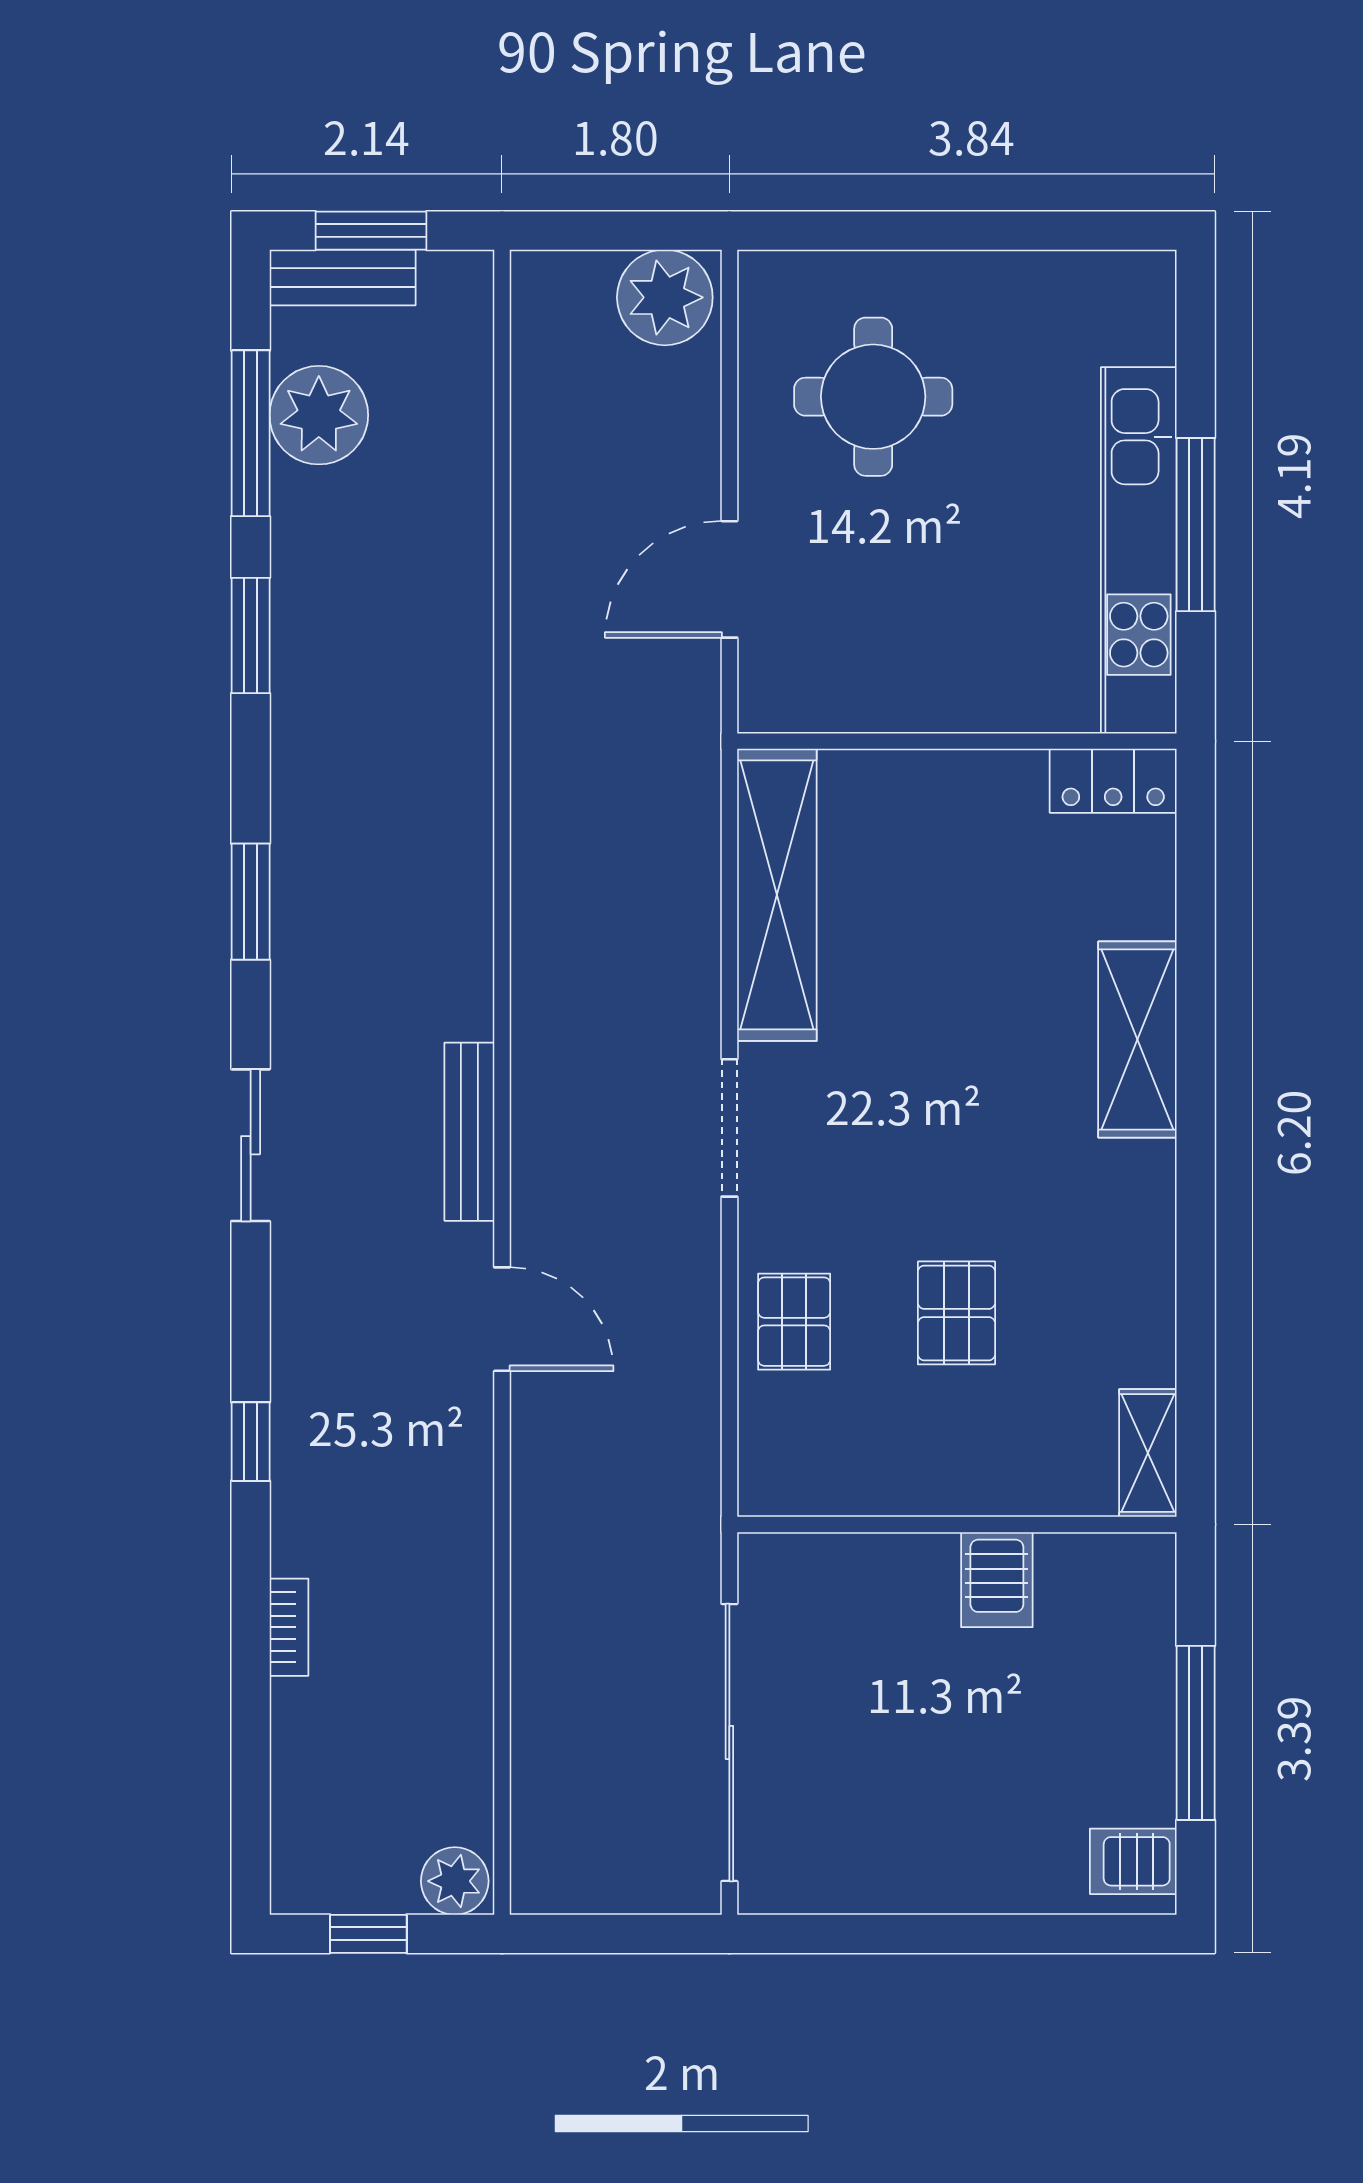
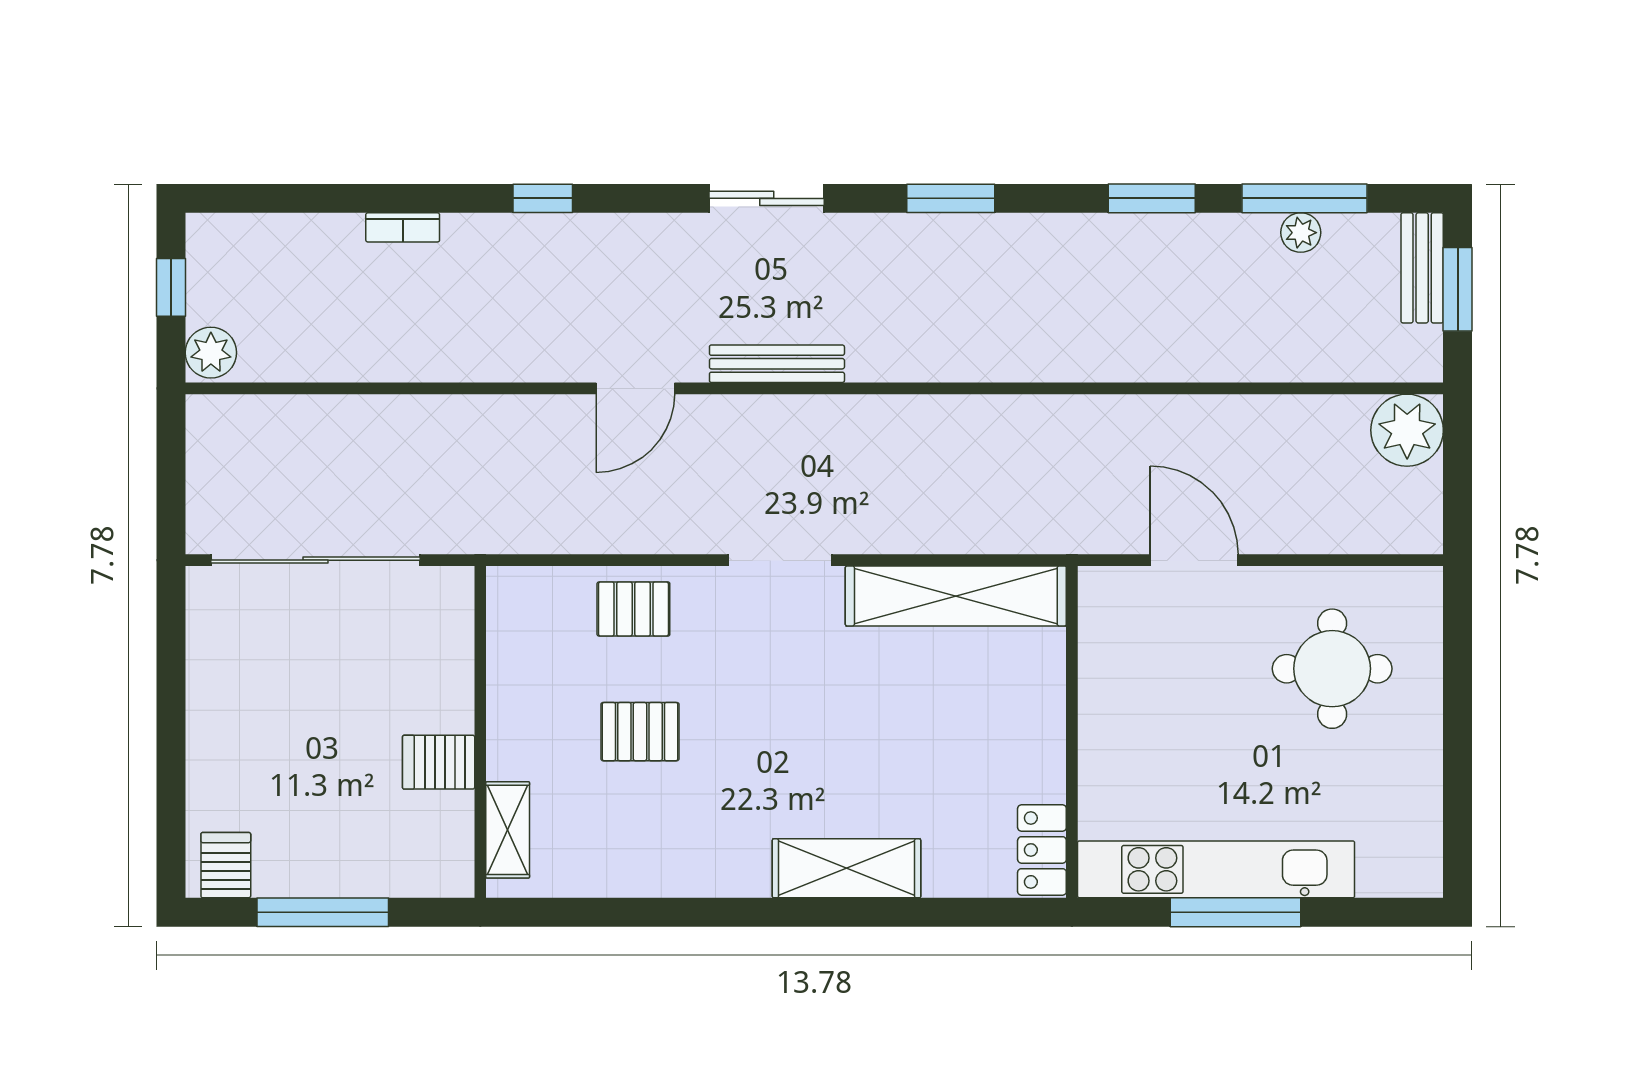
plant: (665, 297) -> (1407, 430), moved
plant: (319, 415) -> (1301, 233), width x0.53, depth x0.53
shelving: (1148, 1453) -> (508, 830), moved, turned 90

